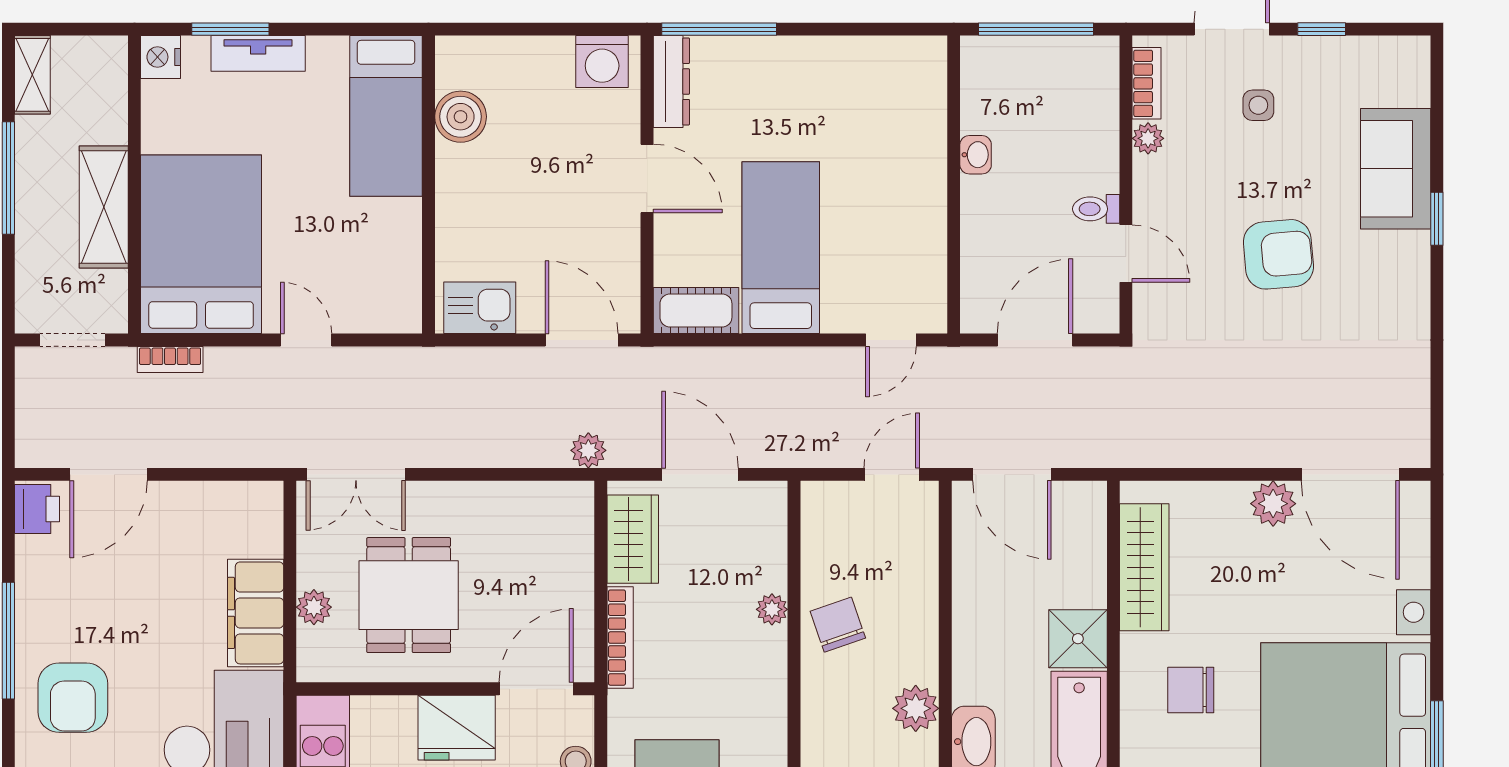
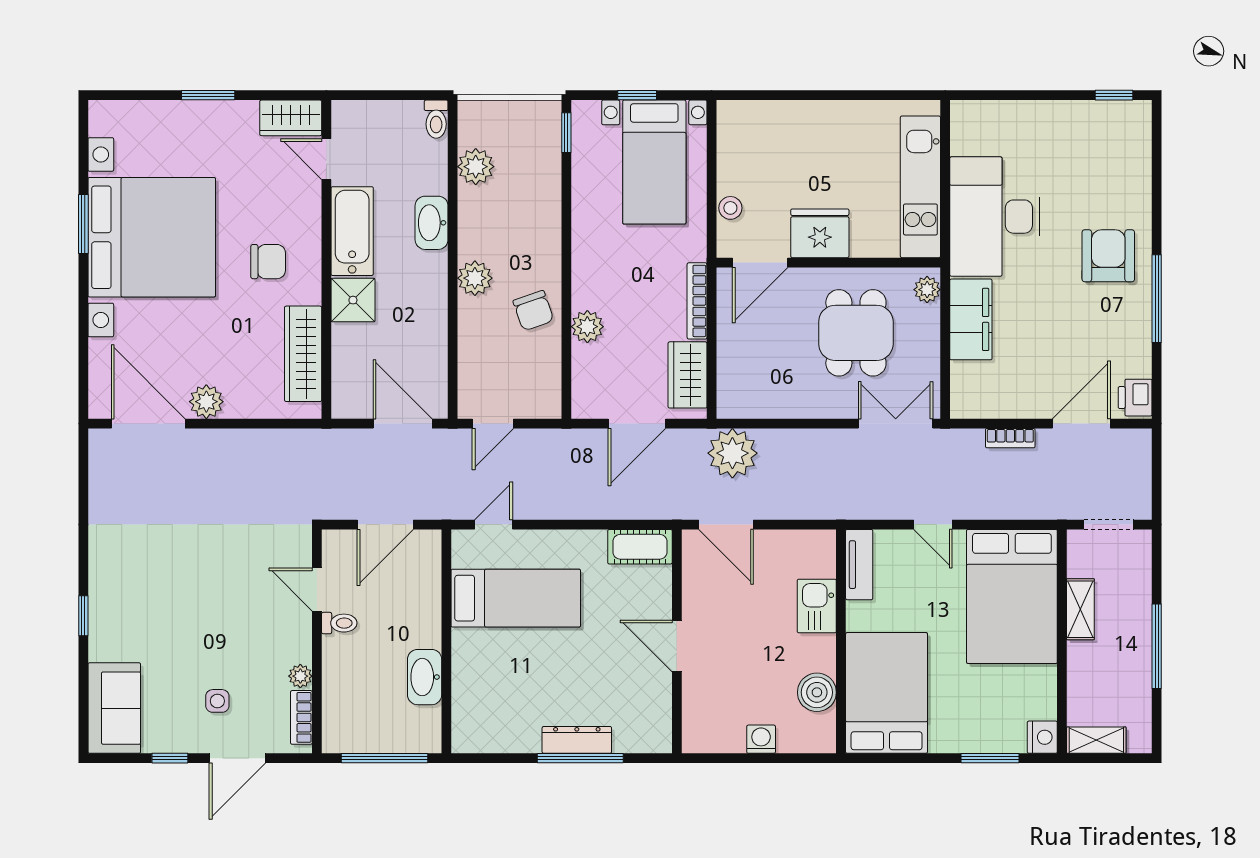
window: (719, 29) -> (580, 758), moved
tv unit: (258, 53) -> (859, 565), moved, turned 90
washing machine: (602, 62) -> (761, 739), moved, width x0.73, depth x0.73
shelving: (32, 75) -> (1096, 740), moved, turned 90
dresser: (671, 81) -> (577, 740), moved, turned 90
bed: (386, 116) -> (887, 693), width x1.50
washbasin: (976, 155) -> (425, 677), width x1.91, depth x1.45
sofa: (1396, 169) -> (114, 708), moved
shelving: (104, 207) -> (1080, 609), width x0.67, depth x0.75
bed: (781, 248) -> (516, 598), moved, turned -90
armchair: (1278, 254) -> (202, 589), removed
kitchen sink: (480, 308) -> (817, 606), moved, turned 90
bookcase: (170, 359) -> (1010, 438), moved, turned 180
plant: (588, 450) -> (732, 453), width x1.87, depth x1.87
door: (700, 474) -> (637, 424), hinge flipped
plant: (314, 607) -> (927, 290), moved
plant: (772, 609) -> (587, 327), width x1.38, depth x1.38
plant: (916, 708) -> (475, 278), moved

